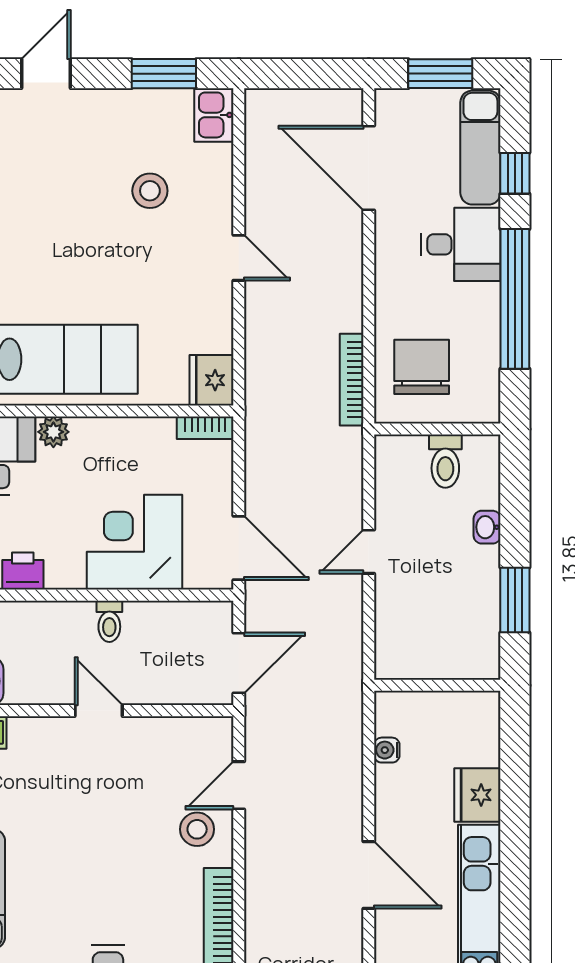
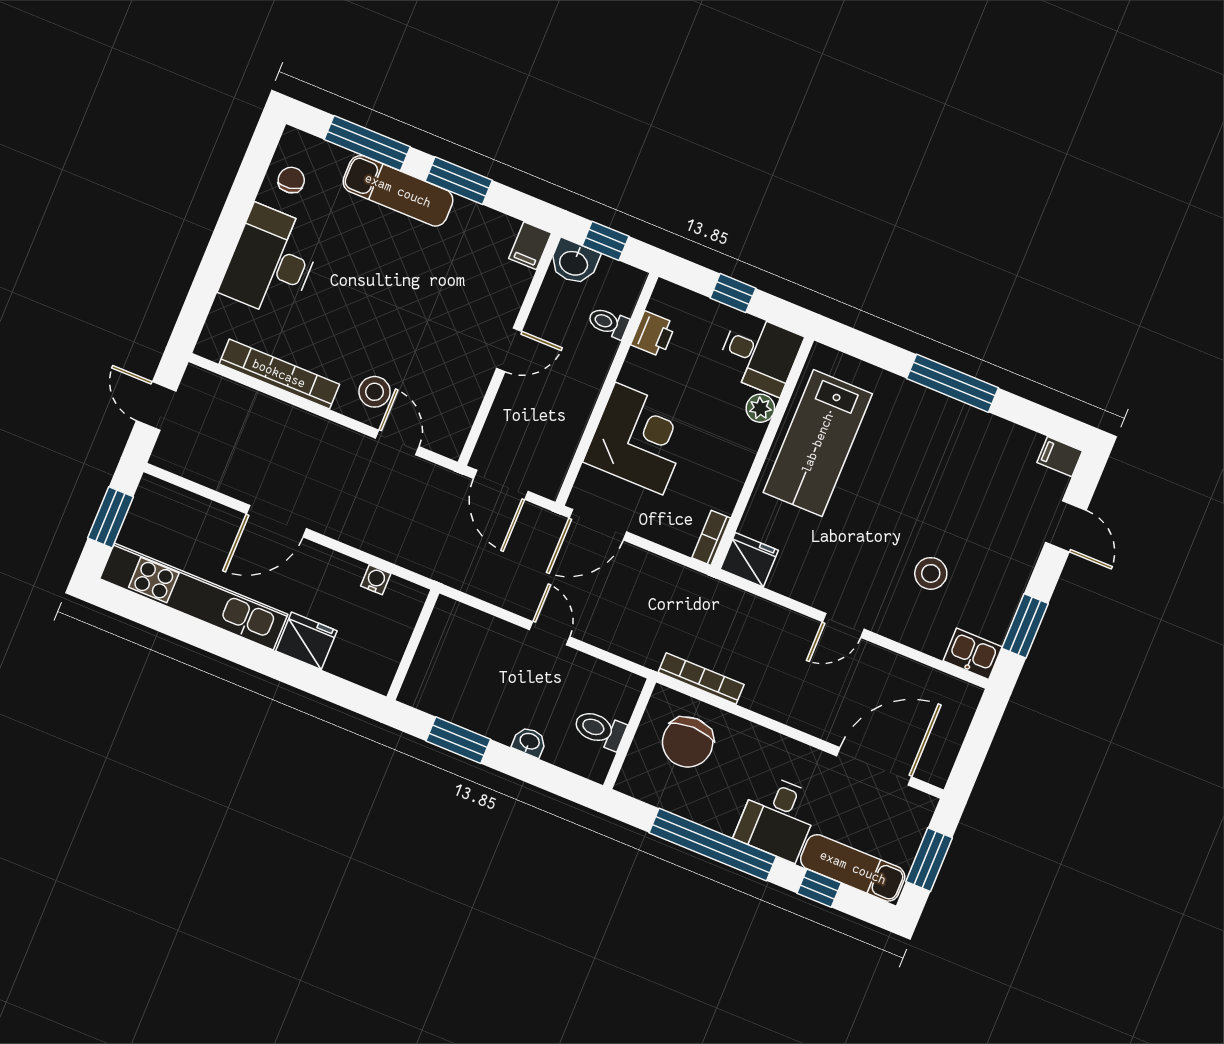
chair: (422, 367) -> (688, 742), turned 90
toilet: (109, 621) -> (608, 323), moved

